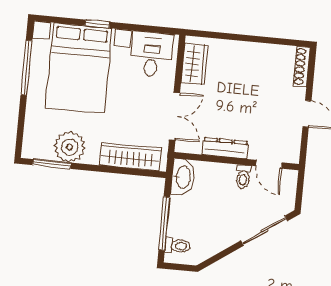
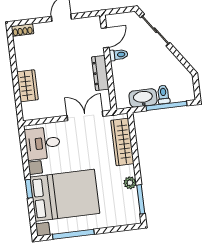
wardrobe: (194, 64) -> (27, 86), moved, turned 90
shoe rack: (302, 67) -> (22, 30), width x0.70
plant: (70, 147) -> (130, 183), width x0.53, depth x0.53
washbasin: (183, 177) -> (143, 98), moved
toilet: (177, 246) -> (163, 94), moved

